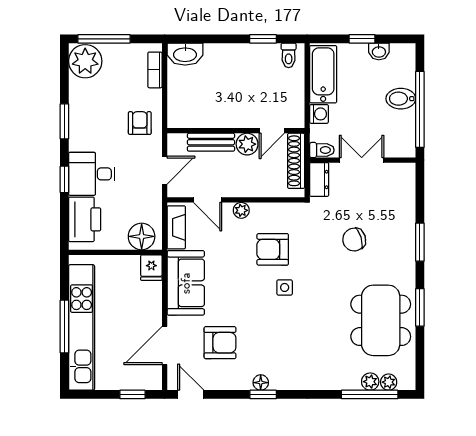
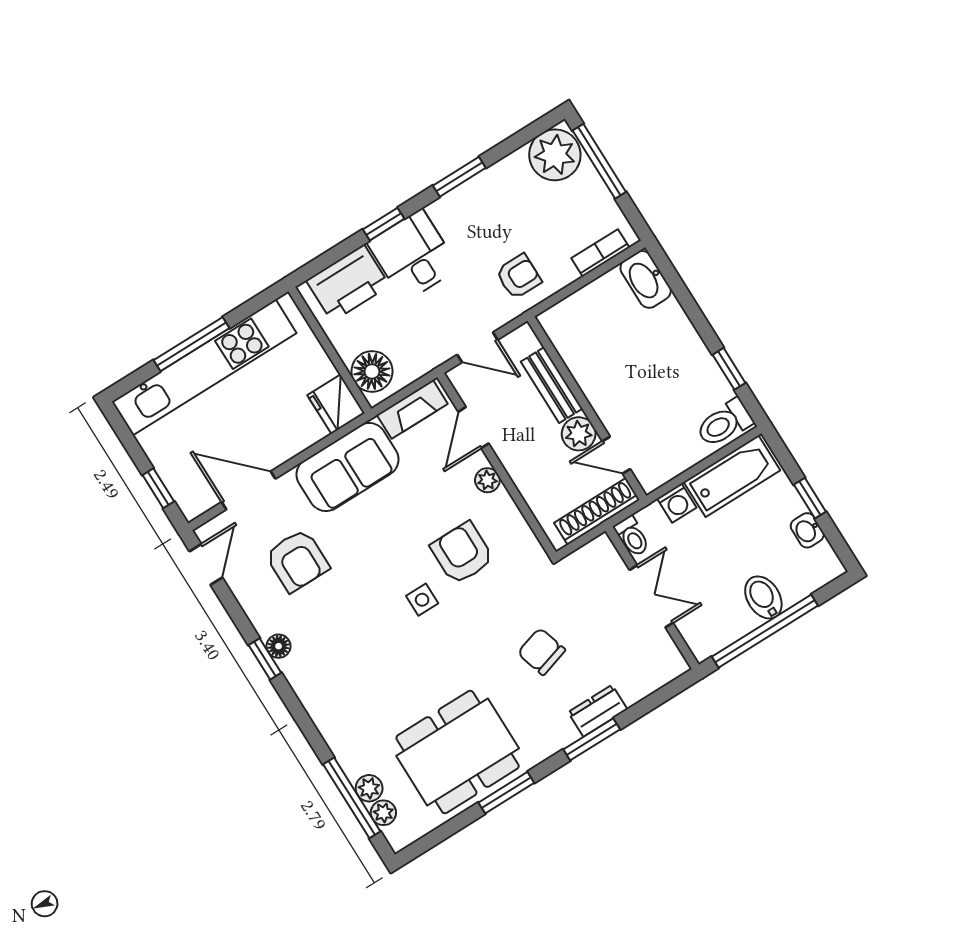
toilet: (289, 55) -> (724, 423), width x1.37, depth x1.39
dresser: (319, 179) -> (598, 711), moved, turned 180
fridge: (151, 268) -> (336, 404), width x1.38

